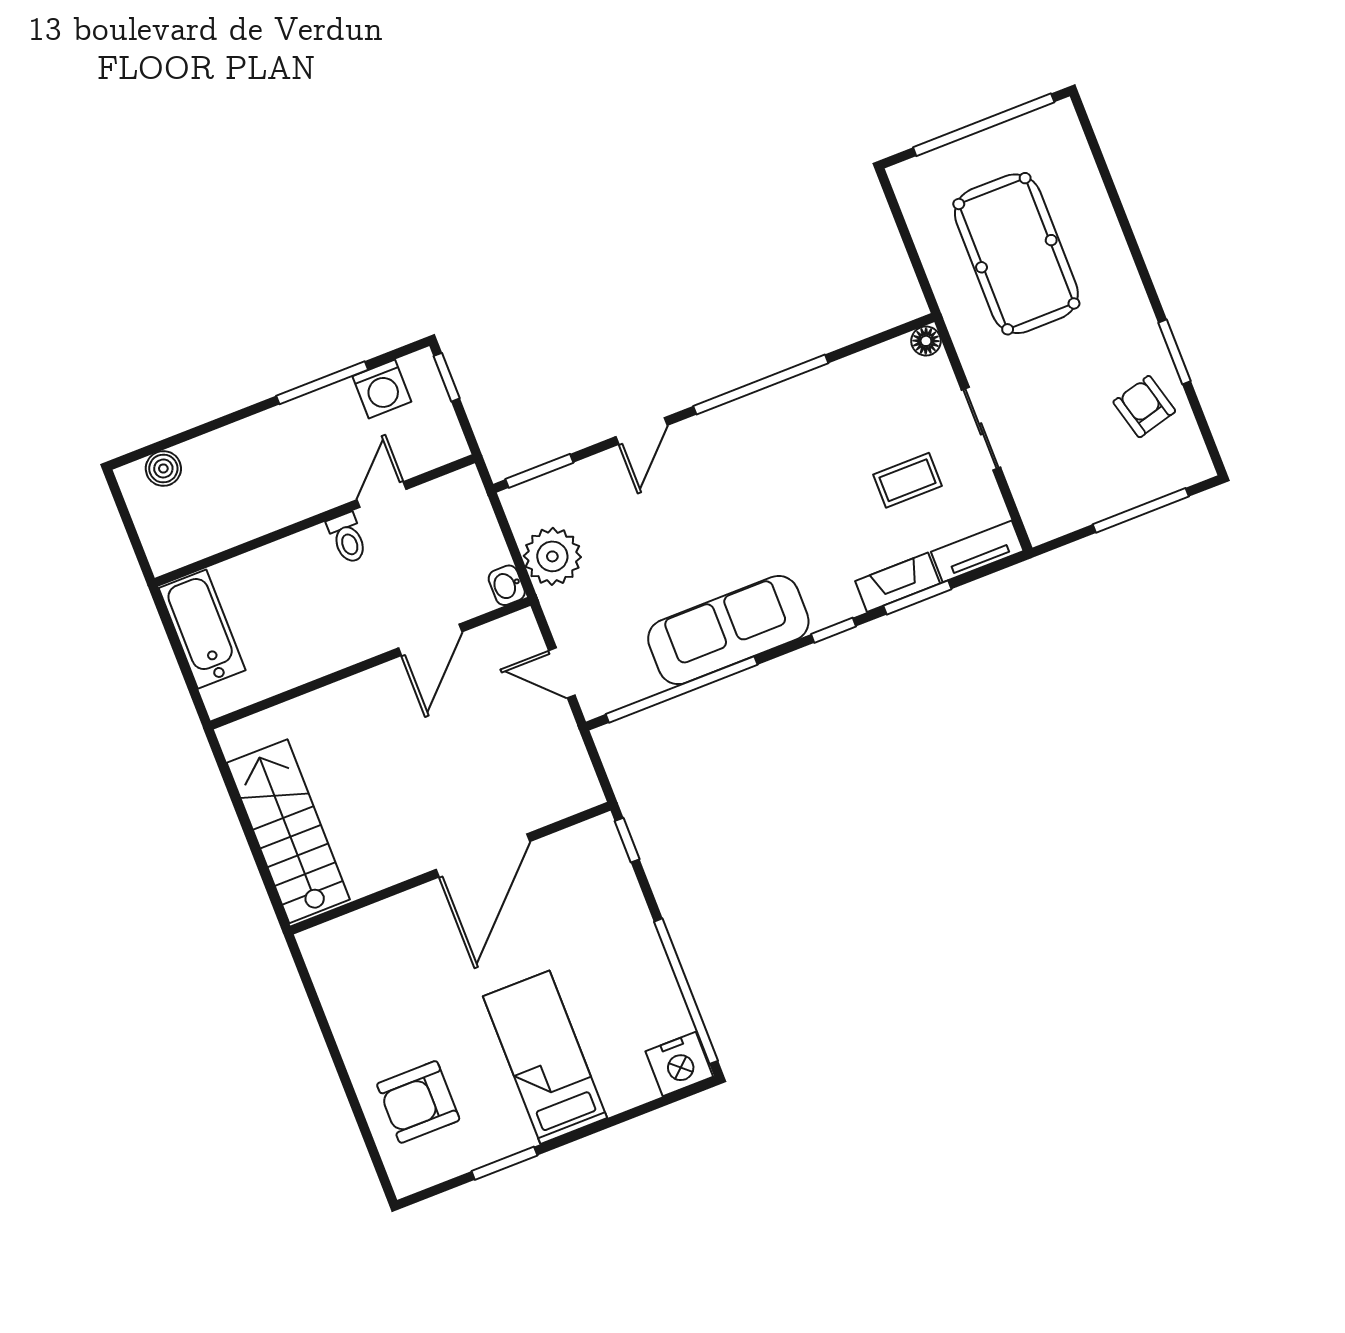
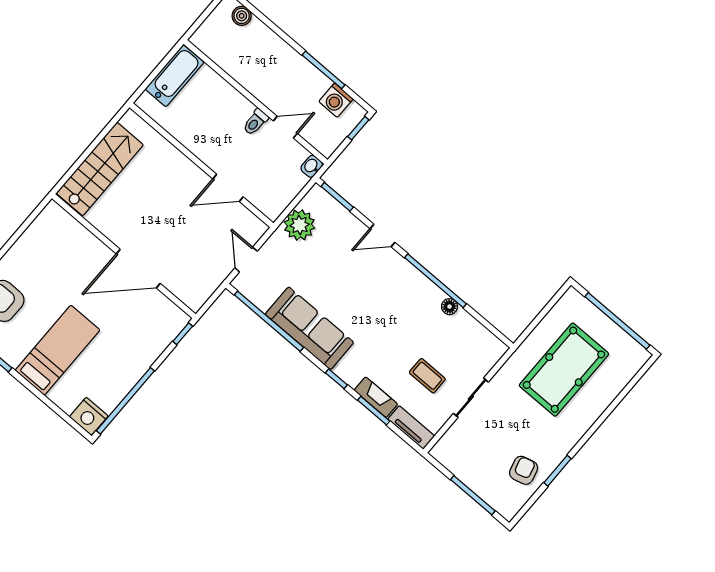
floor lamp: (926, 341) -> (449, 307), moved
washbasin: (507, 585) -> (312, 166), moved

